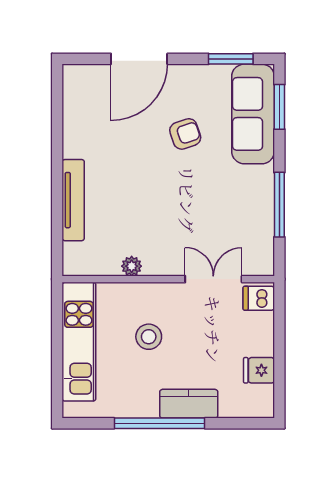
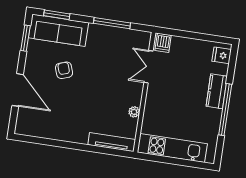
tv unit: (73, 200) -> (112, 142), moved
stool: (149, 337) -> (175, 108), removed
fridge: (259, 370) -> (222, 55), moved, turned 90

